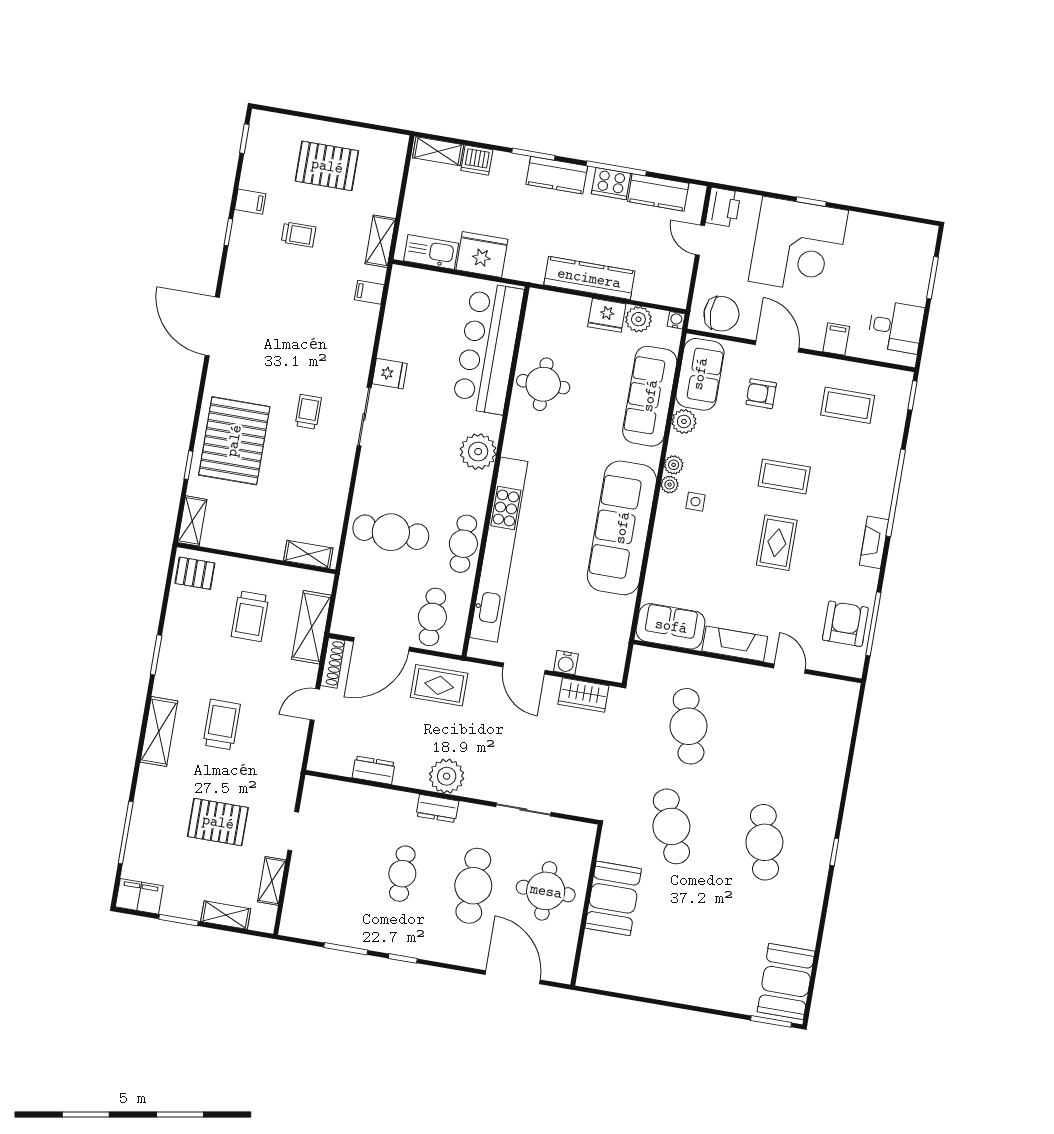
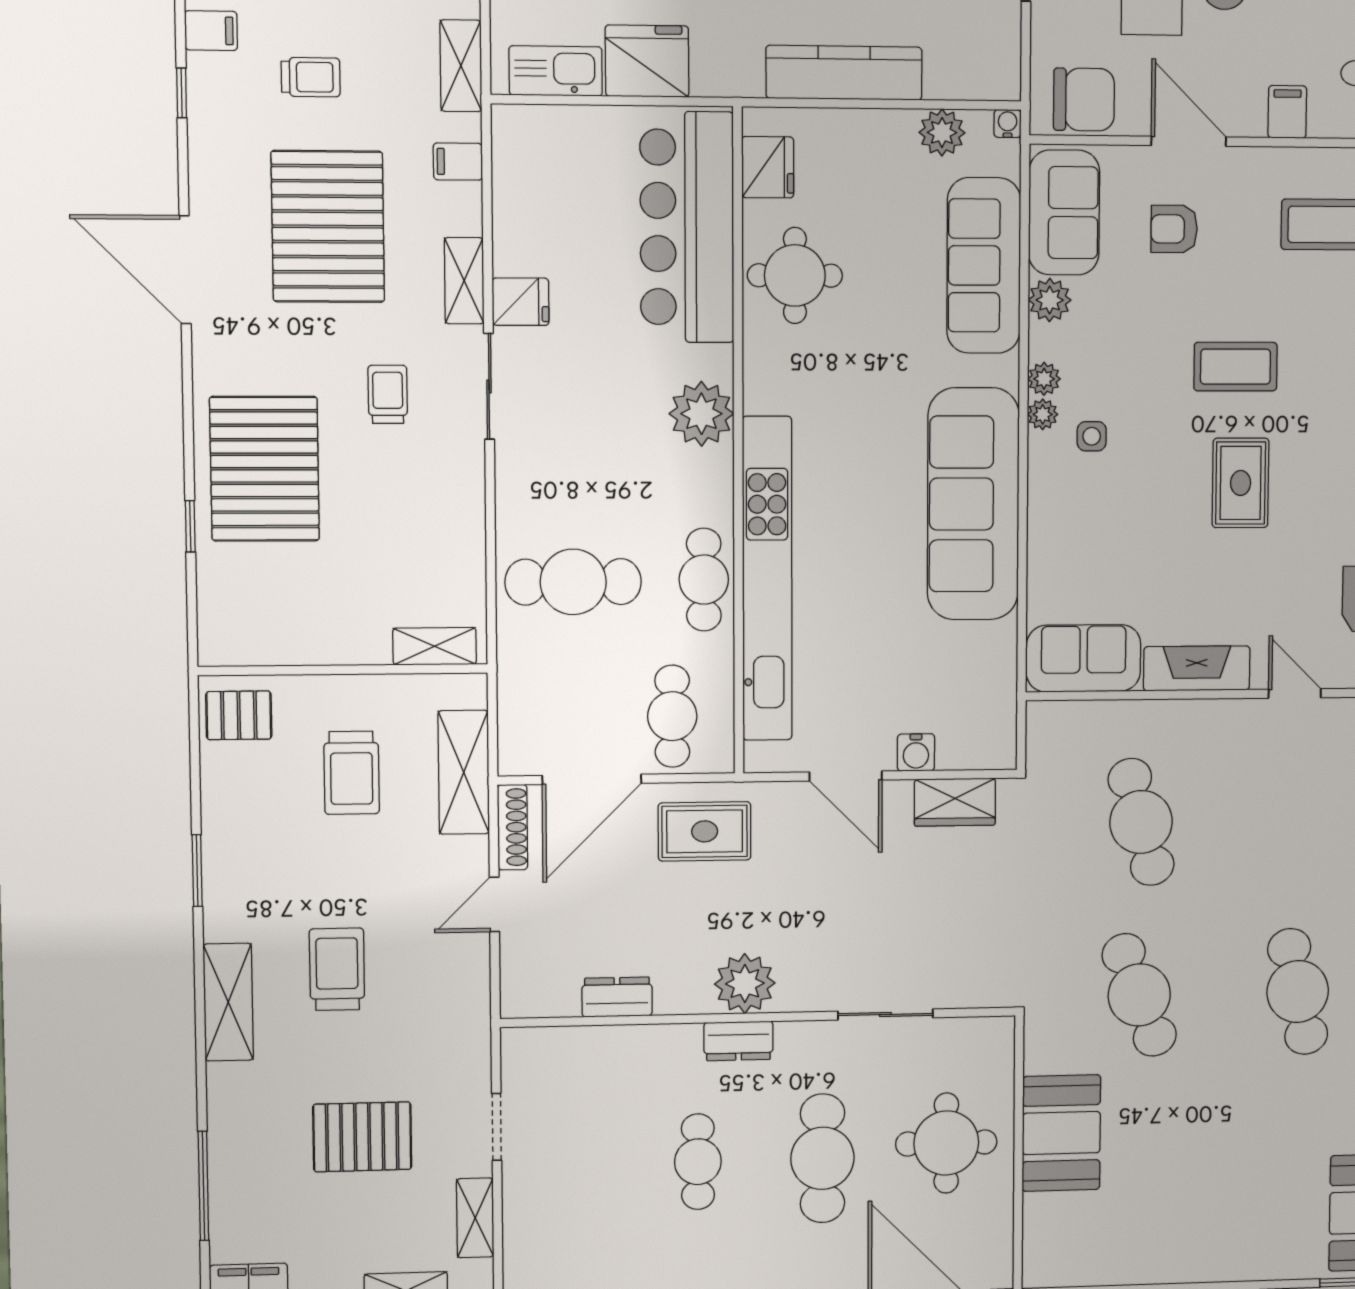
fridge: (607, 315) -> (768, 167), moved, turned -90
pallet: (293, 316) -> (328, 227), added
shelving: (192, 521) -> (464, 281), moved

